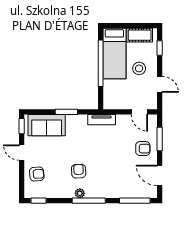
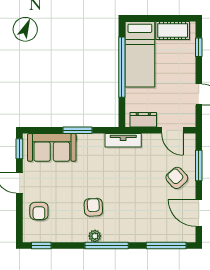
stool: (139, 68) -> (172, 74), removed
dresser: (117, 104) -> (143, 120), added
armchair: (143, 149) -> (177, 178), turned -132
armchair: (37, 174) -> (39, 211), turned 95

